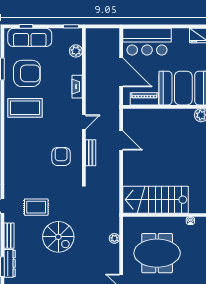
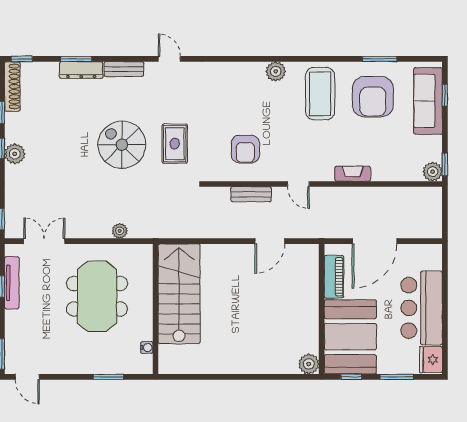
bar counter: (147, 42) -> (422, 308), moved
plant: (76, 51) -> (433, 172), moved
plant: (11, 137) -> (276, 71), added
armchair: (61, 156) -> (245, 149), turned 90
rug: (36, 207) -> (175, 144), moved
spiral stairs: (58, 237) -> (122, 145), turned 90

